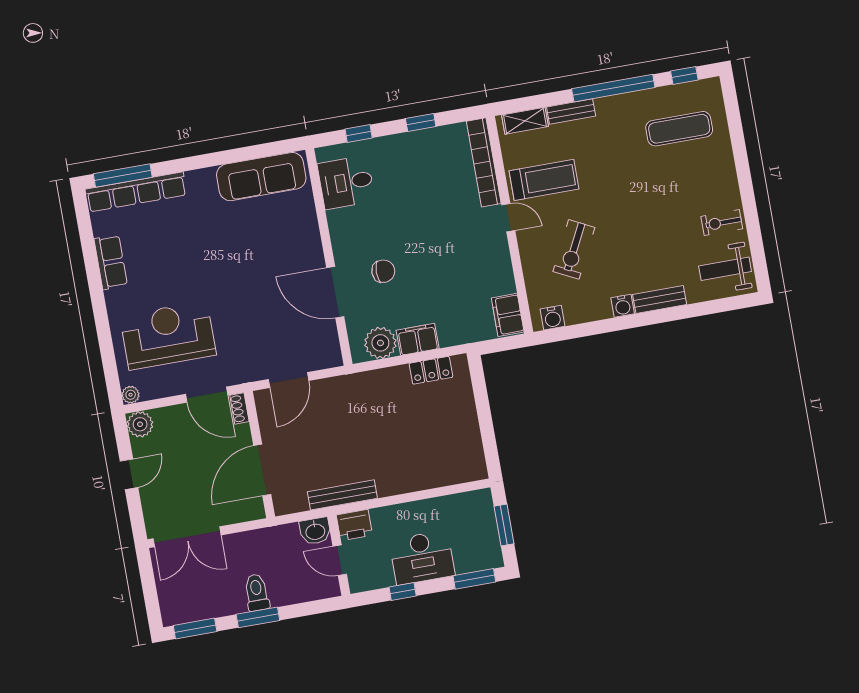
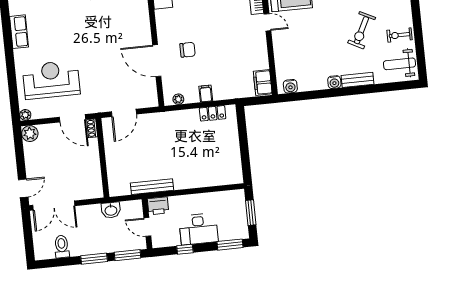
exercise bike: (574, 249) -> (362, 30), moved
filing cabinet: (418, 339) -> (206, 94), width x0.50
plant: (380, 343) -> (178, 99), width x0.53, depth x0.53
door: (262, 470) -> (104, 167), removed
door: (129, 474) -> (23, 188), moved
washbasin: (315, 531) -> (111, 210), moved
toilet: (257, 592) -> (62, 247), moved
window: (195, 629) -> (128, 255), moved

